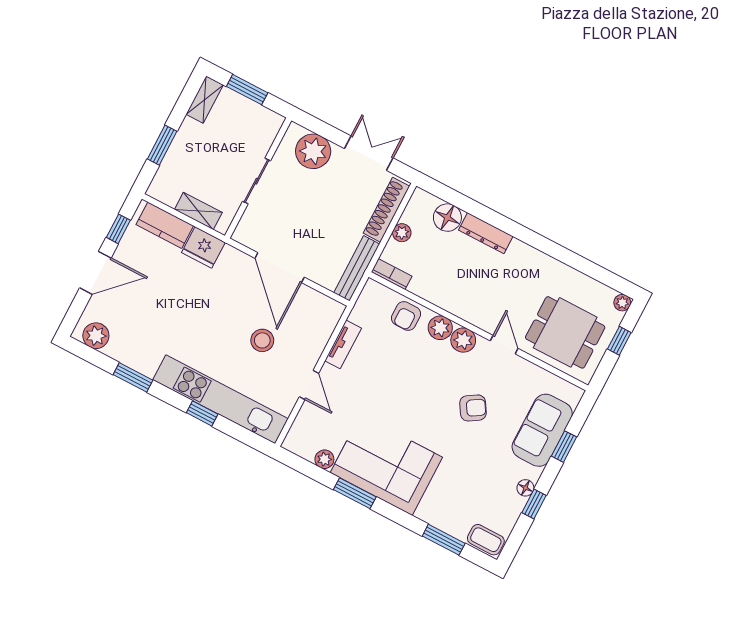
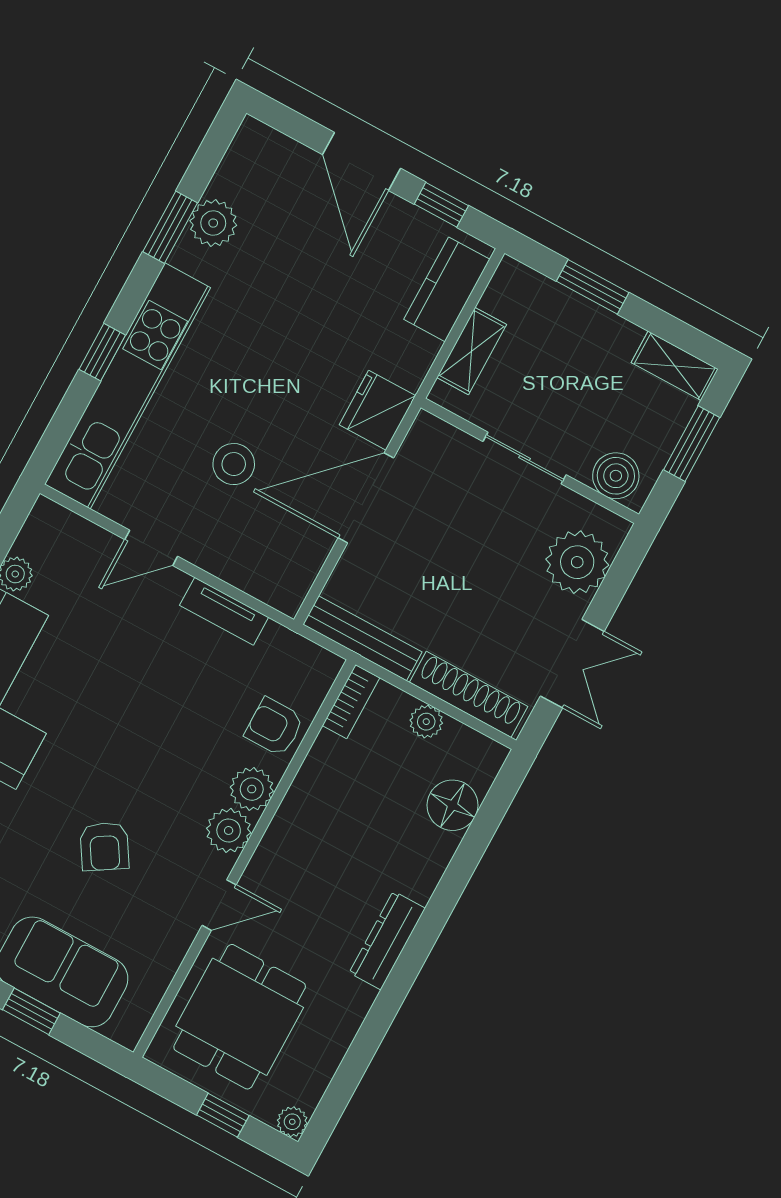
boiler: (265, 131) -> (616, 476), added
dresser: (486, 233) -> (387, 941), moved
fridge: (203, 247) -> (377, 410), moved
plant: (96, 336) -> (213, 223), moved

